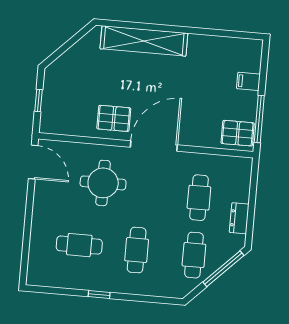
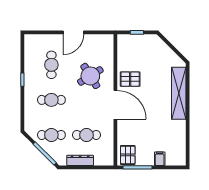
pallet: (114, 118) -> (130, 79), turned 90
door: (33, 162) -> (73, 32), moved
round table: (103, 183) -> (90, 76), turned -32
dresser: (239, 218) -> (80, 160), width x1.44

